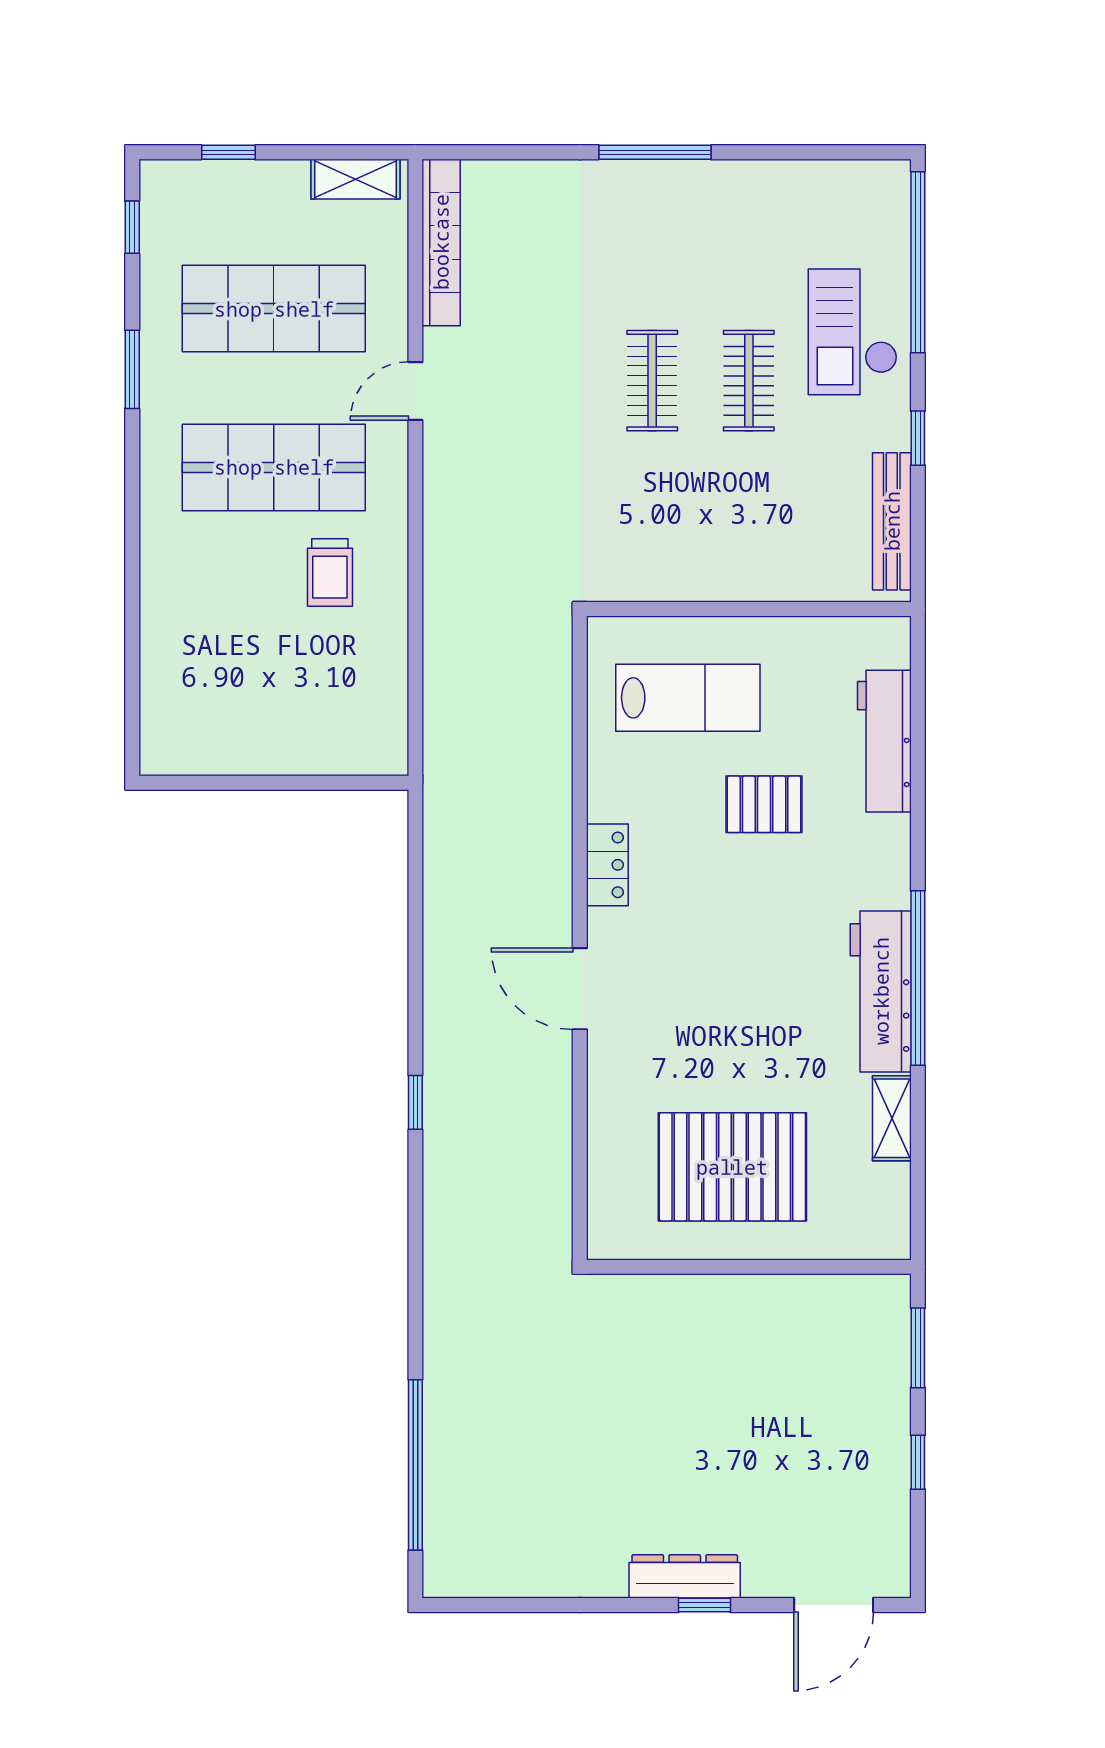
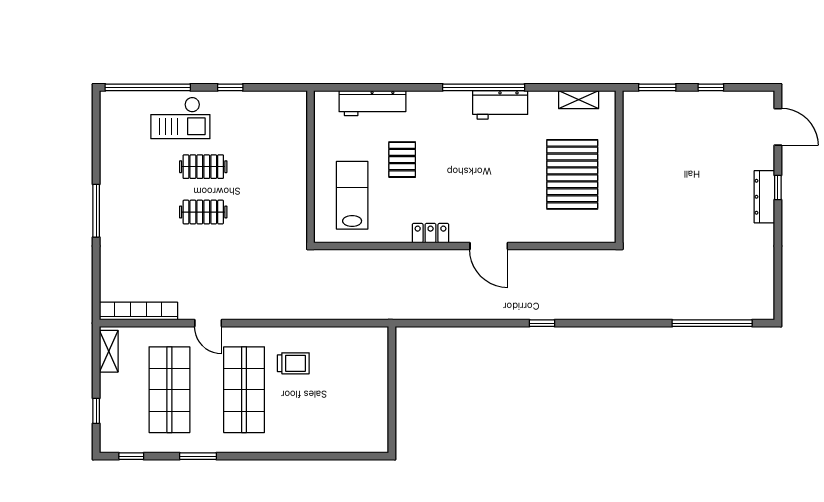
bench: (892, 521) -> (269, 100), removed
door: (580, 989) -> (489, 246), hinge flipped
workbench: (881, 991) -> (500, 105), width x0.73
shelving: (892, 1118) -> (579, 100), moved

